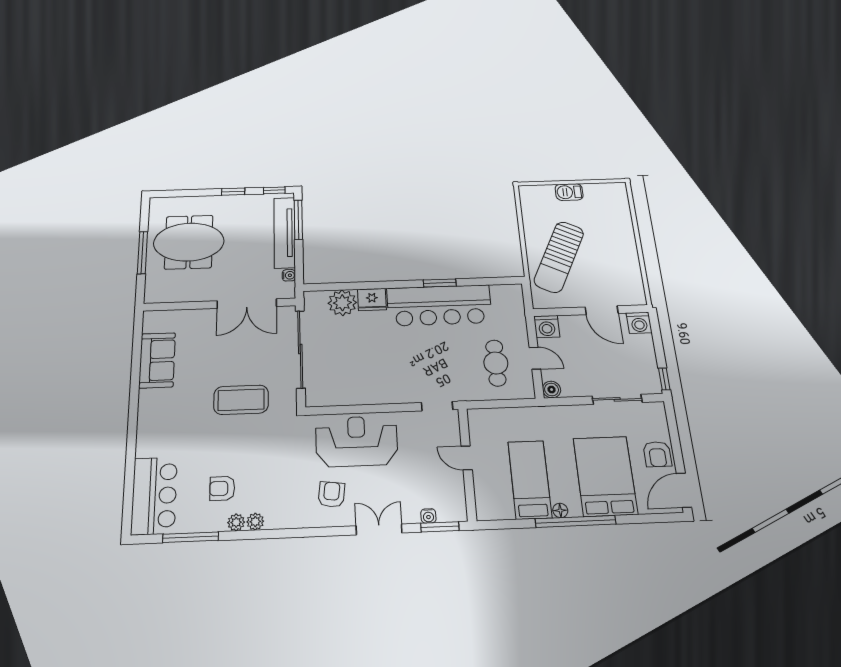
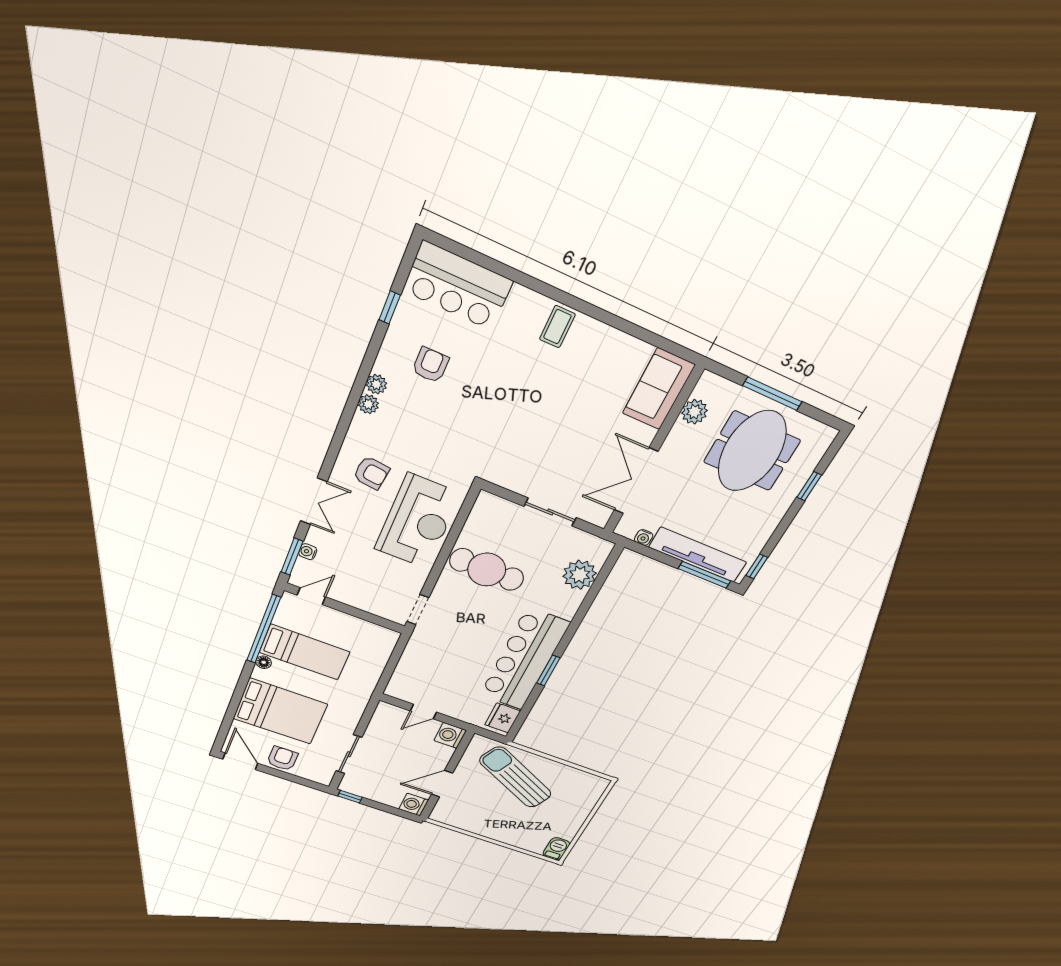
window: (233, 192) -> (809, 486), moved
barbecue: (569, 192) -> (556, 849), moved
plant: (177, 293) -> (695, 412), added
fridge: (372, 300) -> (503, 718), moved
sliding door: (300, 349) -> (550, 512), width x0.54
sofa: (157, 360) -> (659, 389), moved, turned 90
cafe table: (496, 363) -> (487, 570), moved, width x1.37, depth x1.35
boiler: (552, 390) -> (385, 710), removed
coffee table: (241, 400) -> (557, 327), moved, width x0.54, depth x0.58
armchair: (657, 454) -> (282, 759), turned 90
door: (467, 458) -> (311, 596), moved
window: (576, 521) -> (264, 629), moved
plant: (236, 522) -> (368, 404), moved
window: (191, 537) -> (390, 307), width x0.46

